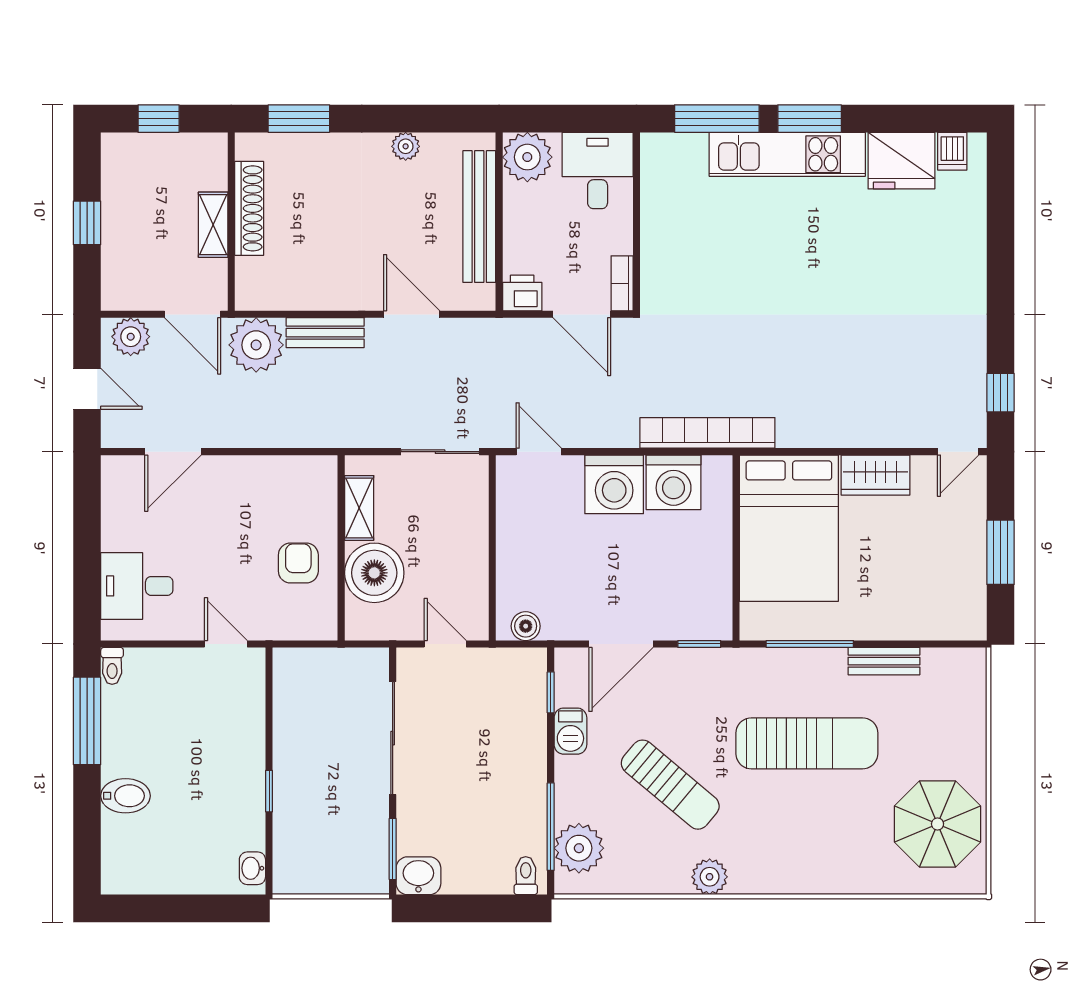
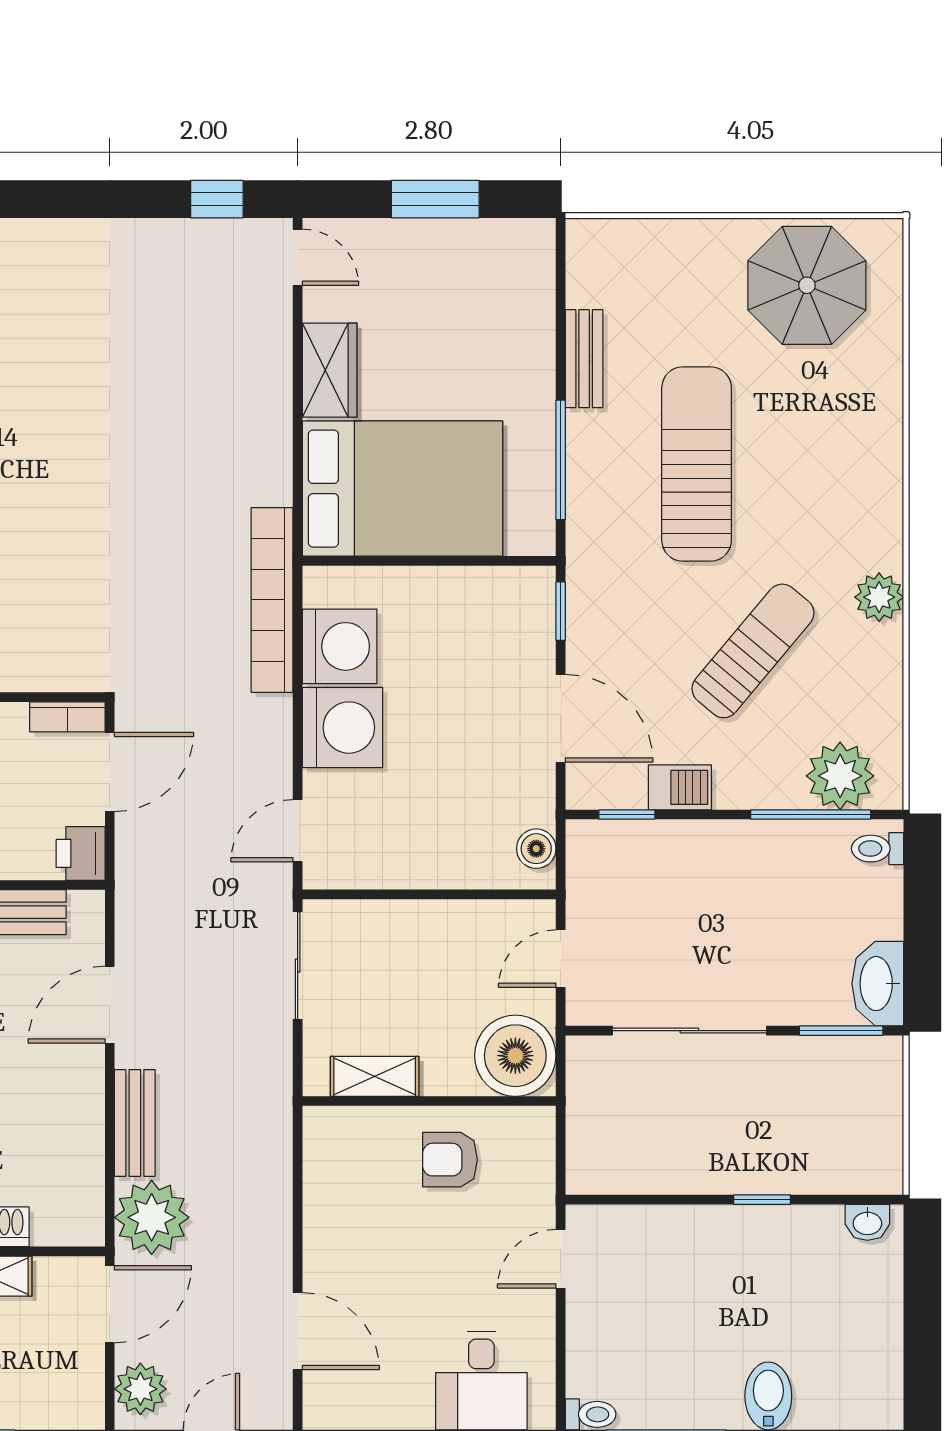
boiler: (374, 573) -> (515, 1056), moved
washbasin: (418, 876) -> (878, 984), width x1.38

